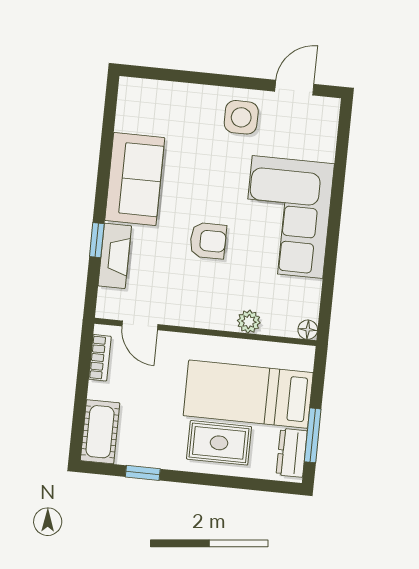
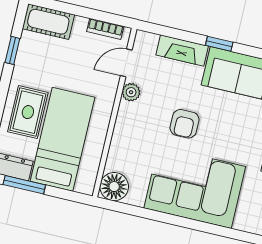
window: (97, 240) -> (219, 44), moved
plant: (249, 322) -> (131, 92), moved
floor lamp: (308, 330) -> (114, 187), width x1.89, depth x1.89

